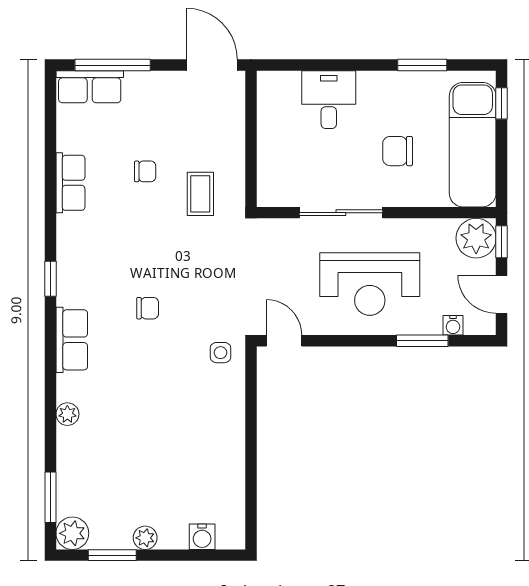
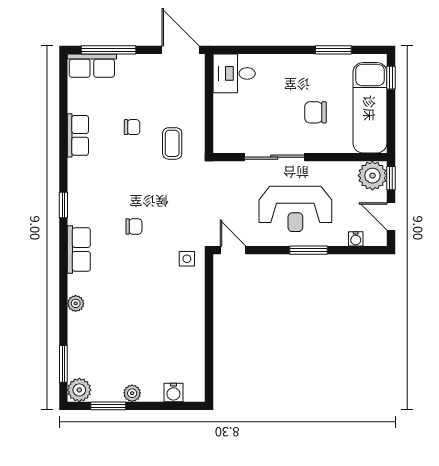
desk: (329, 100) -> (234, 73), moved, turned -90
window: (422, 341) -> (308, 250), moved

